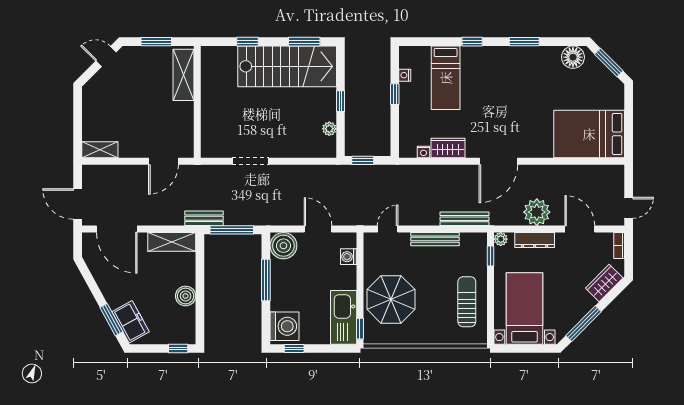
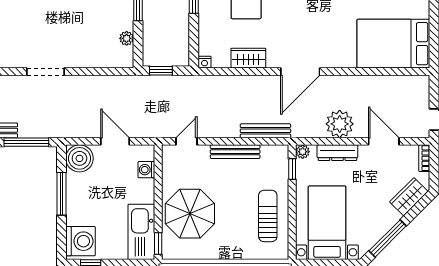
nightstand: (424, 152) -> (204, 62), moved

